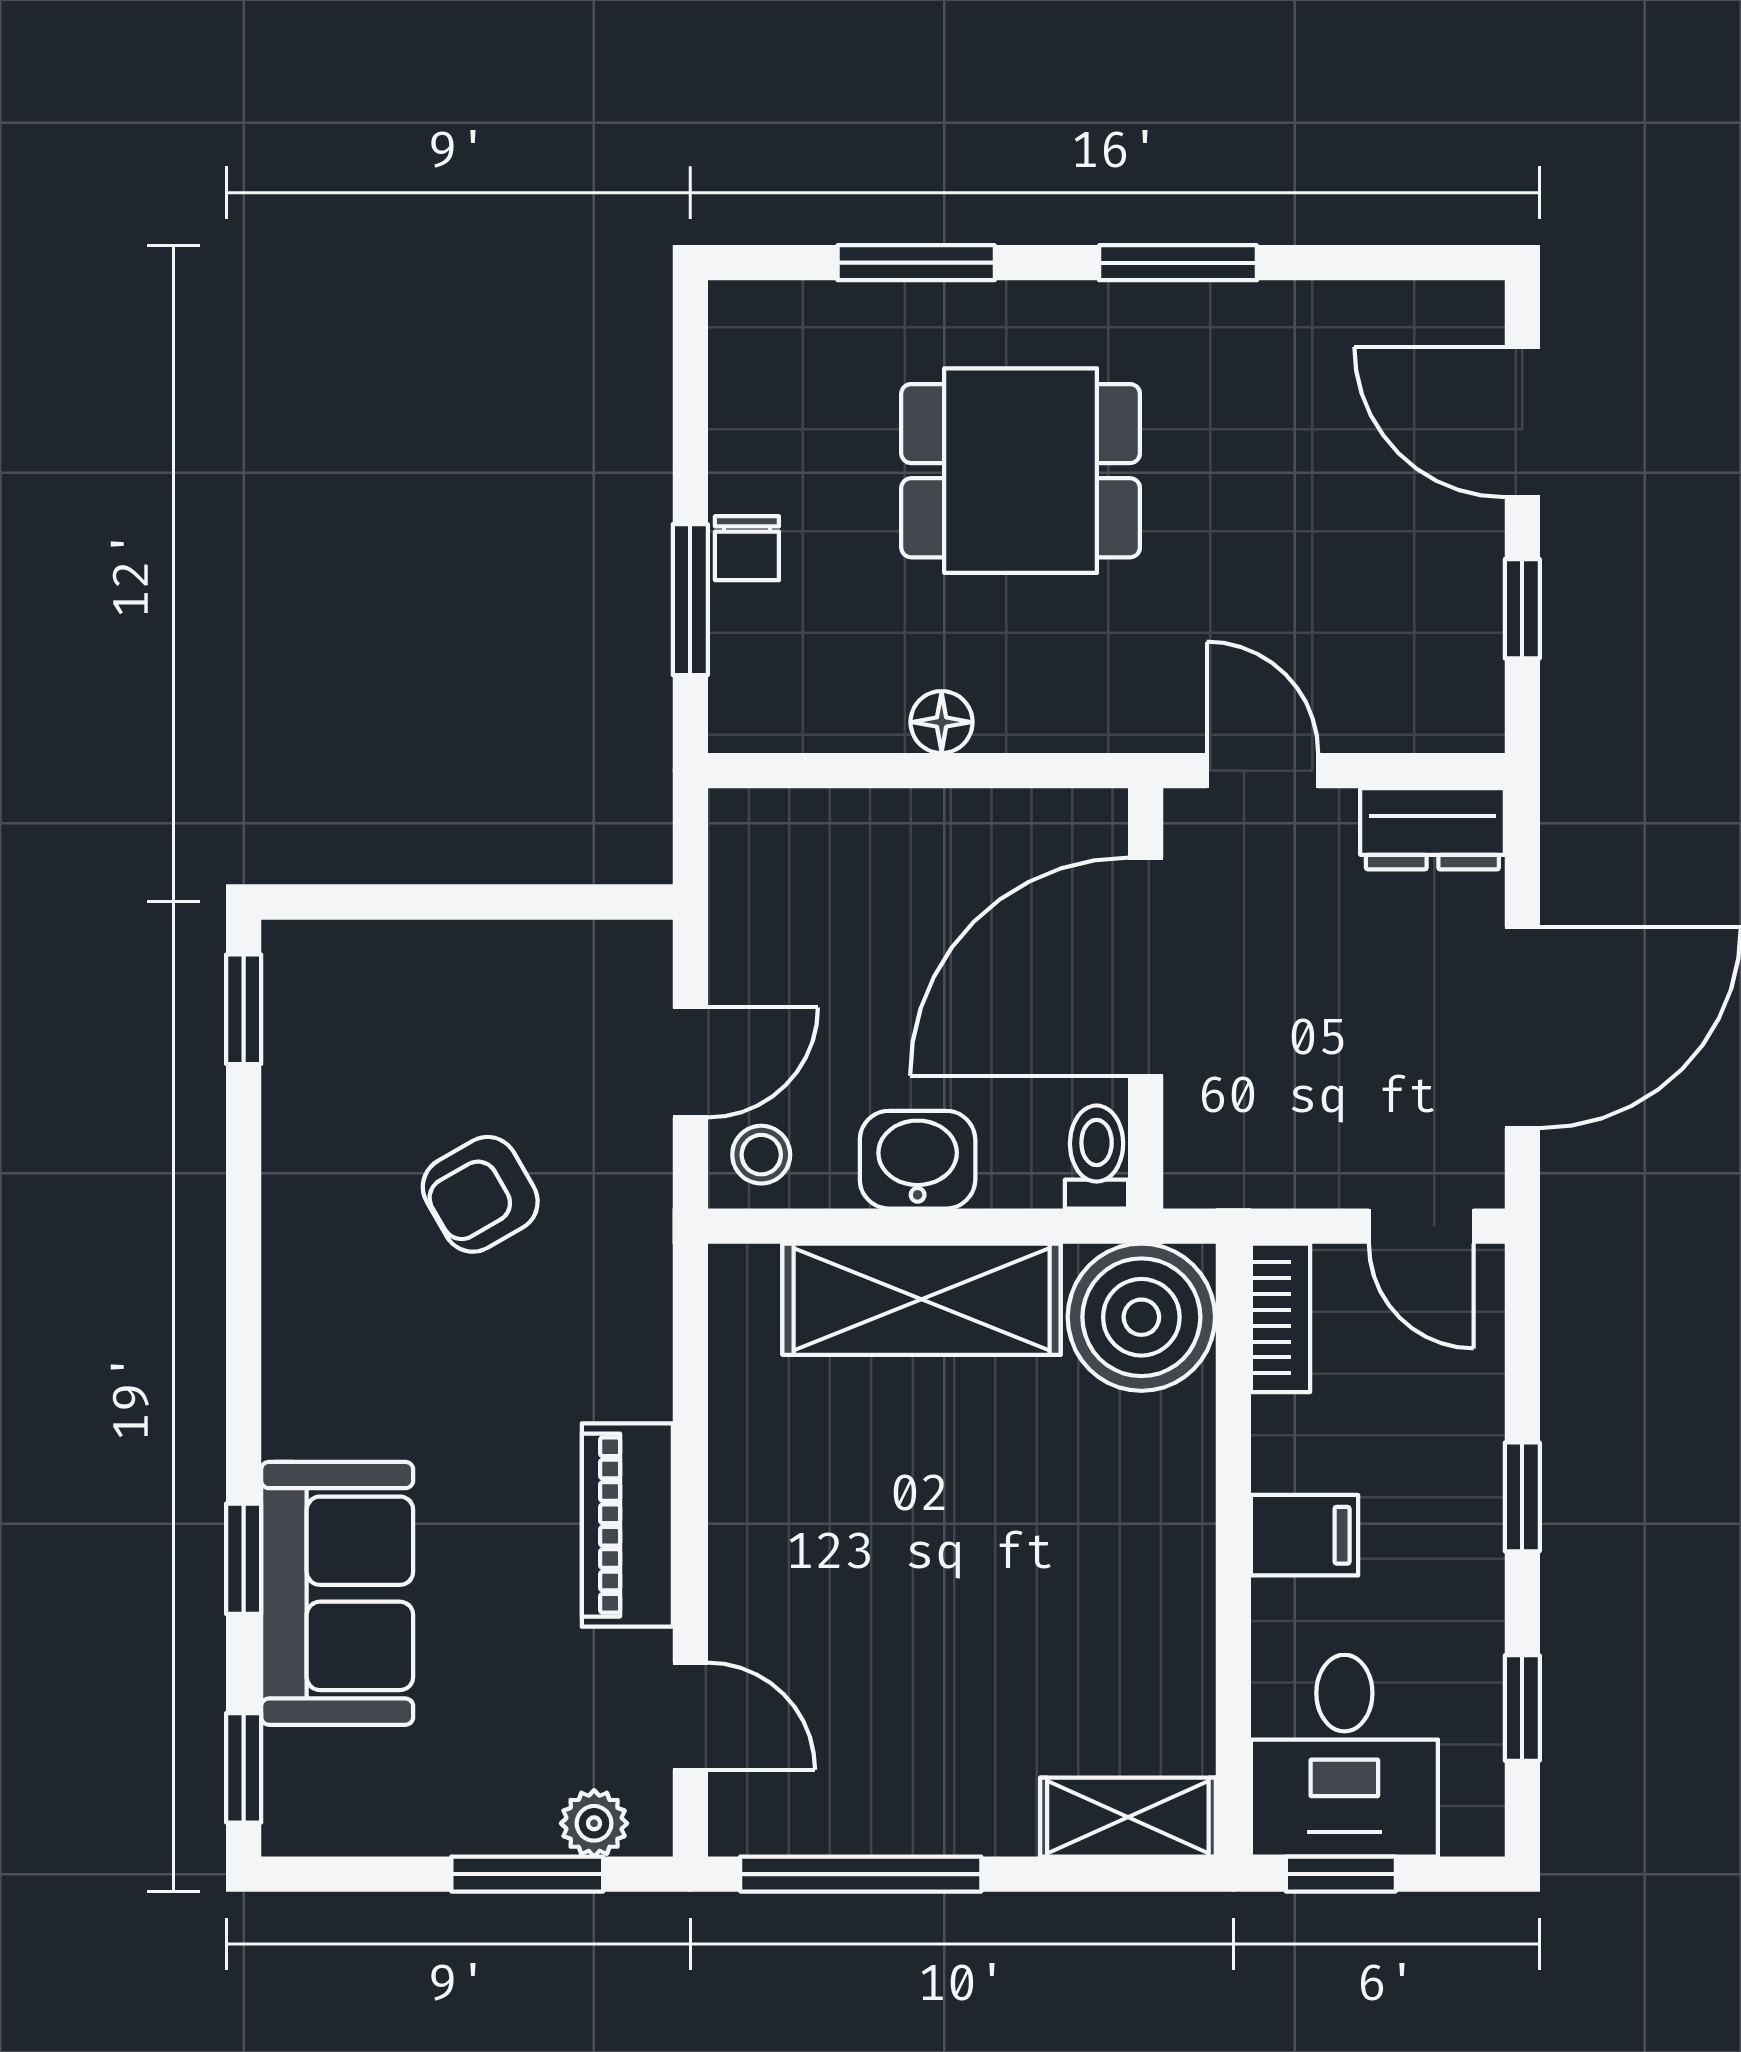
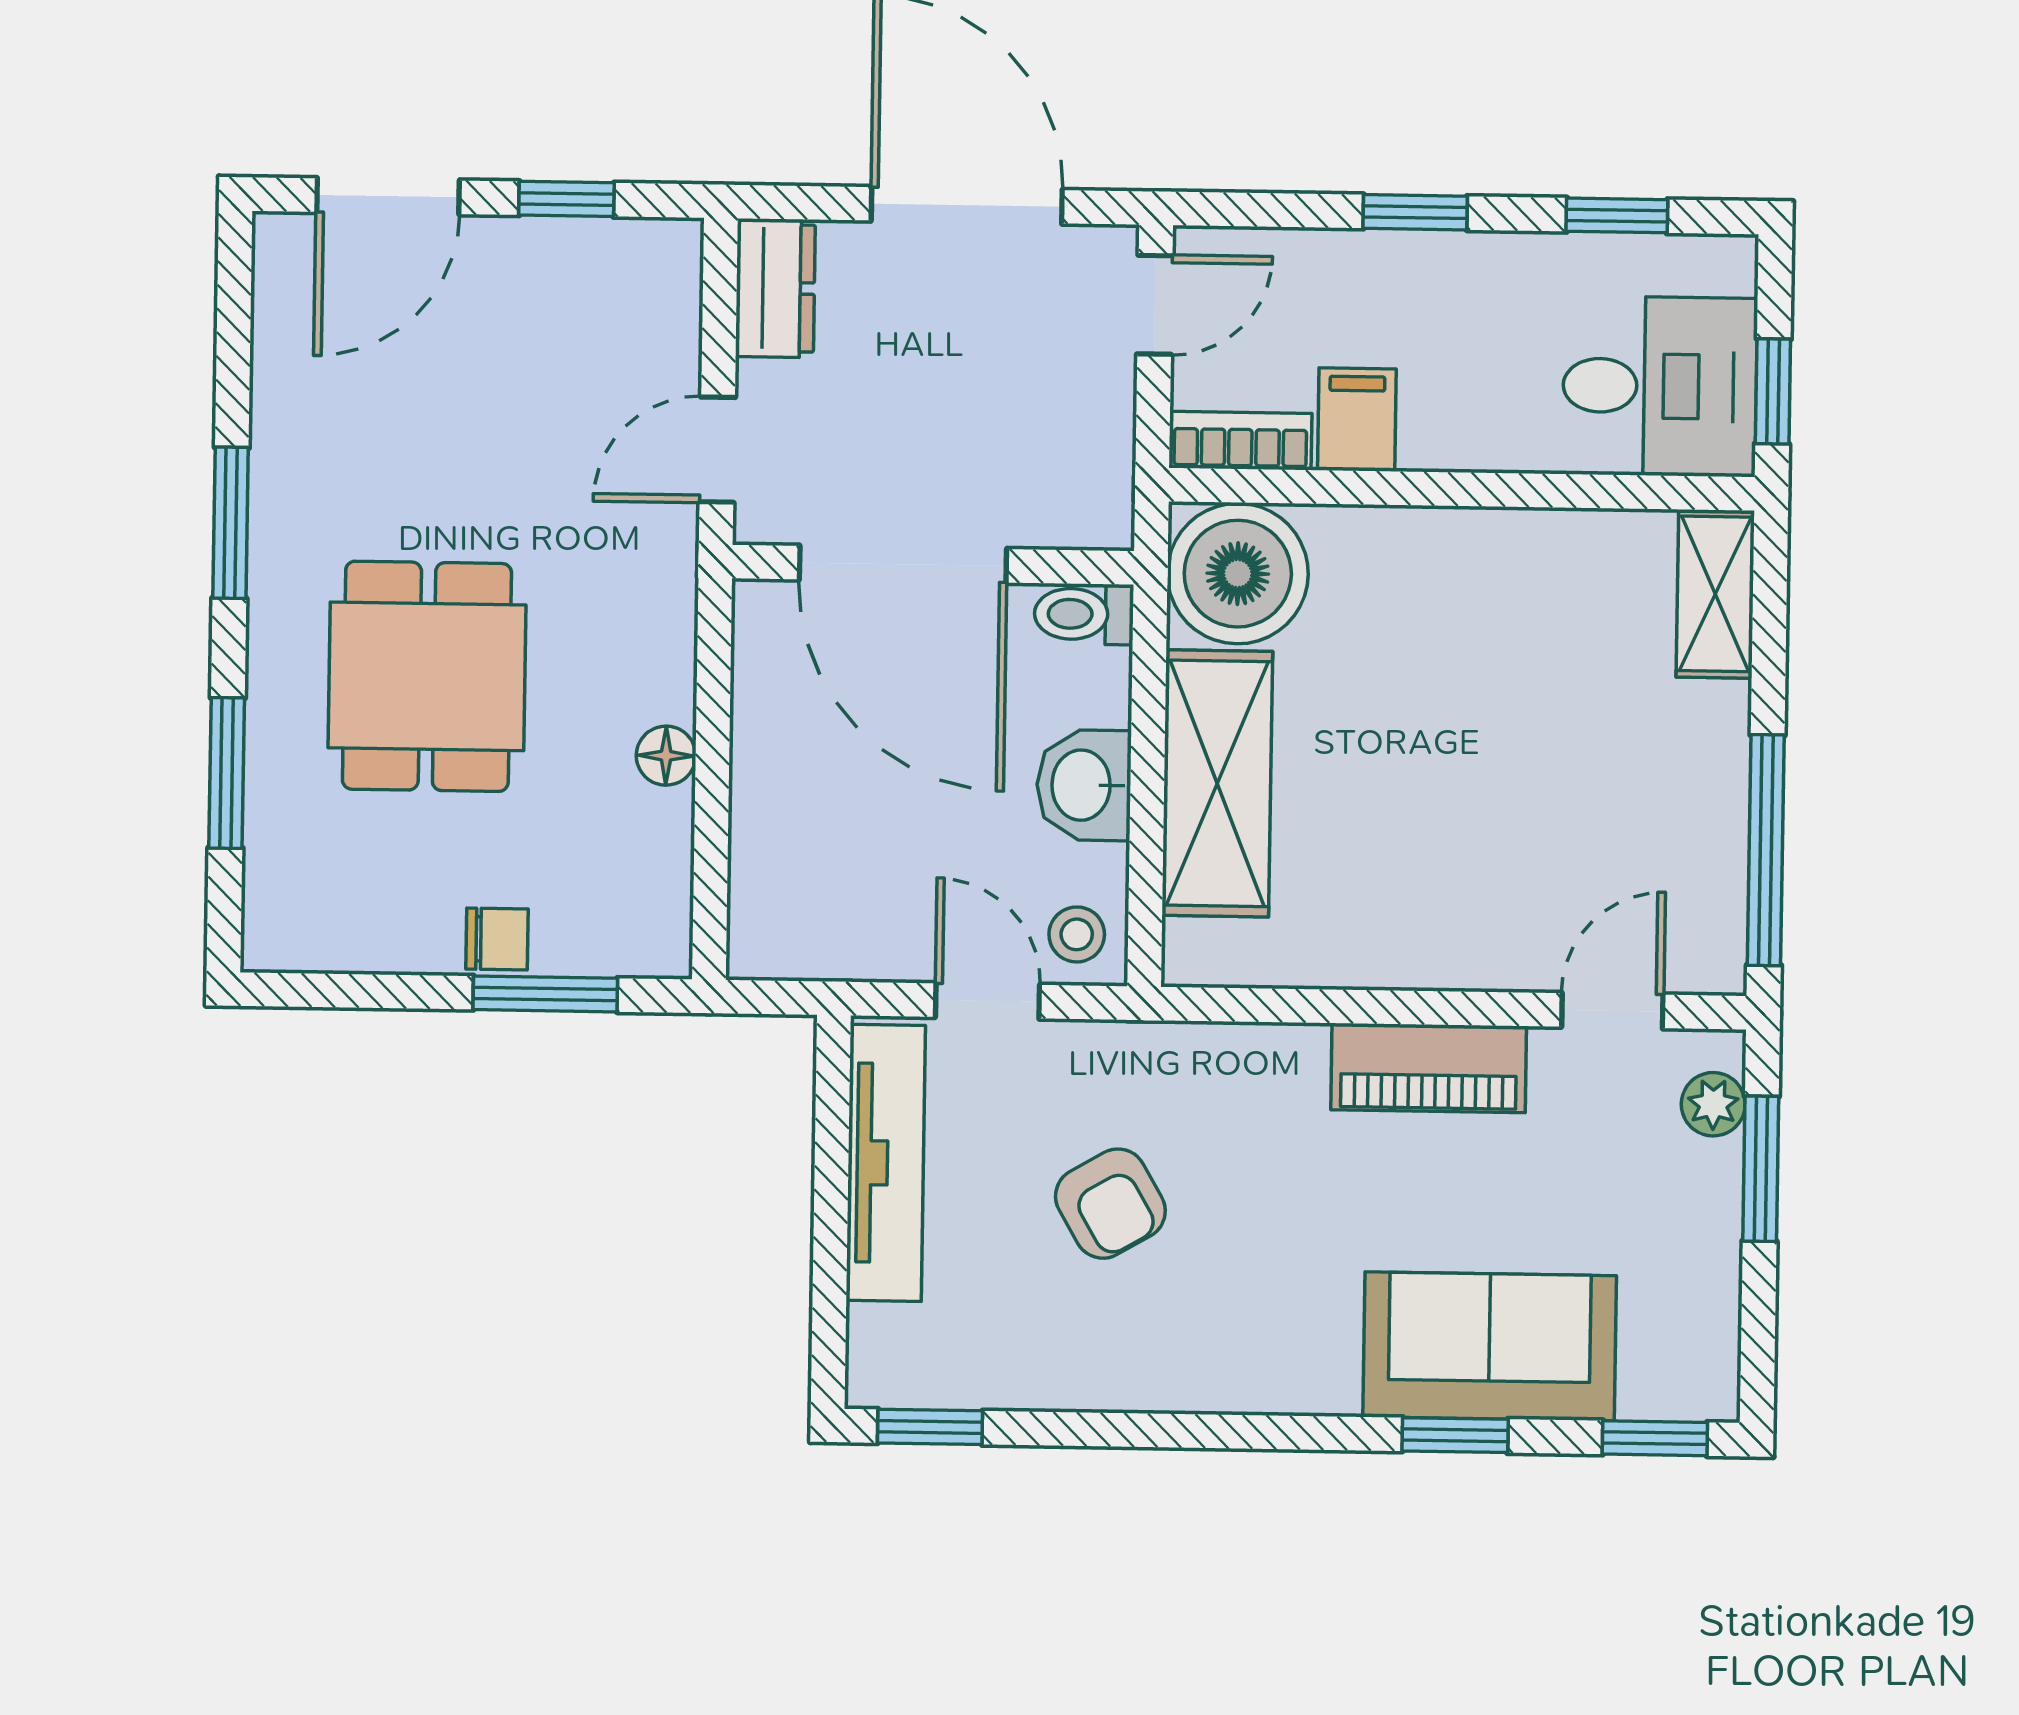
tv unit: (519, 959) -> (886, 1163), added
filing cabinet: (1304, 1535) -> (1357, 420), moved

